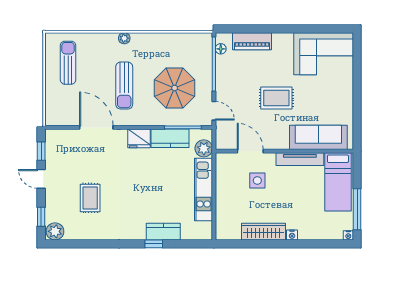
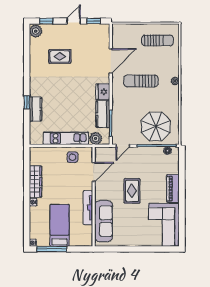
piano: (252, 41) -> (173, 189), moved
parasol: (175, 88) -> (156, 127), moved
side table: (257, 180) -> (72, 157), moved
bed: (338, 182) -> (60, 225), moved, turned 90

